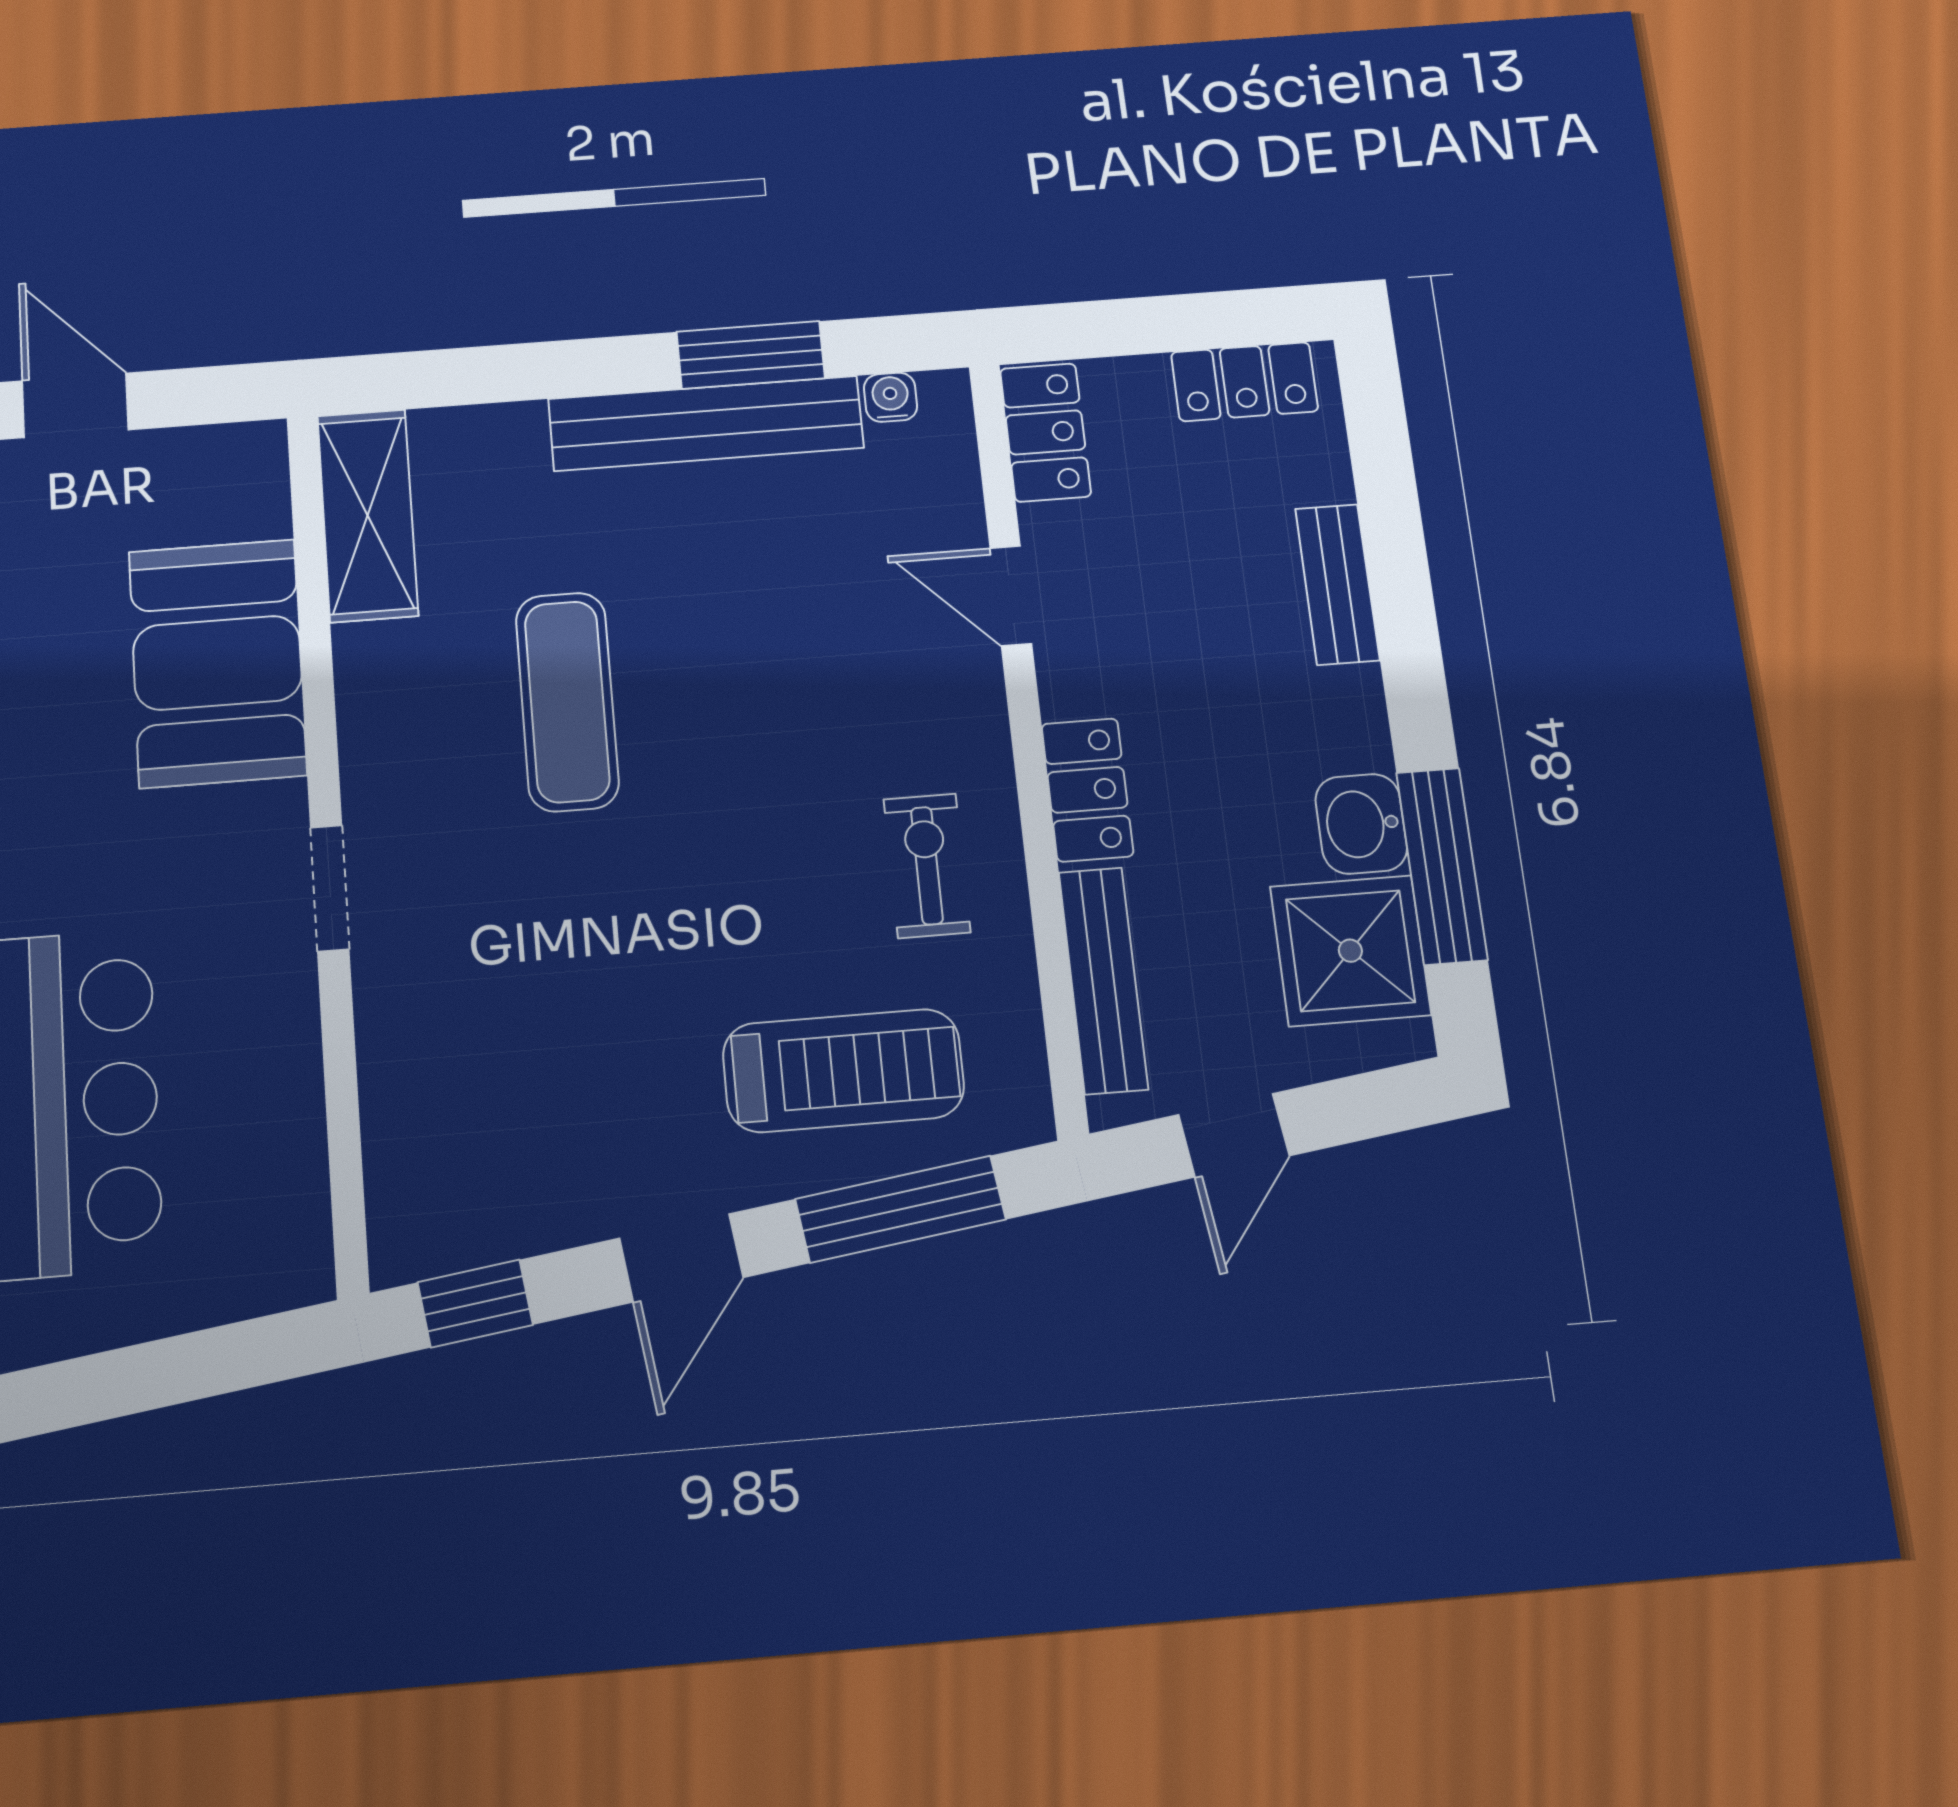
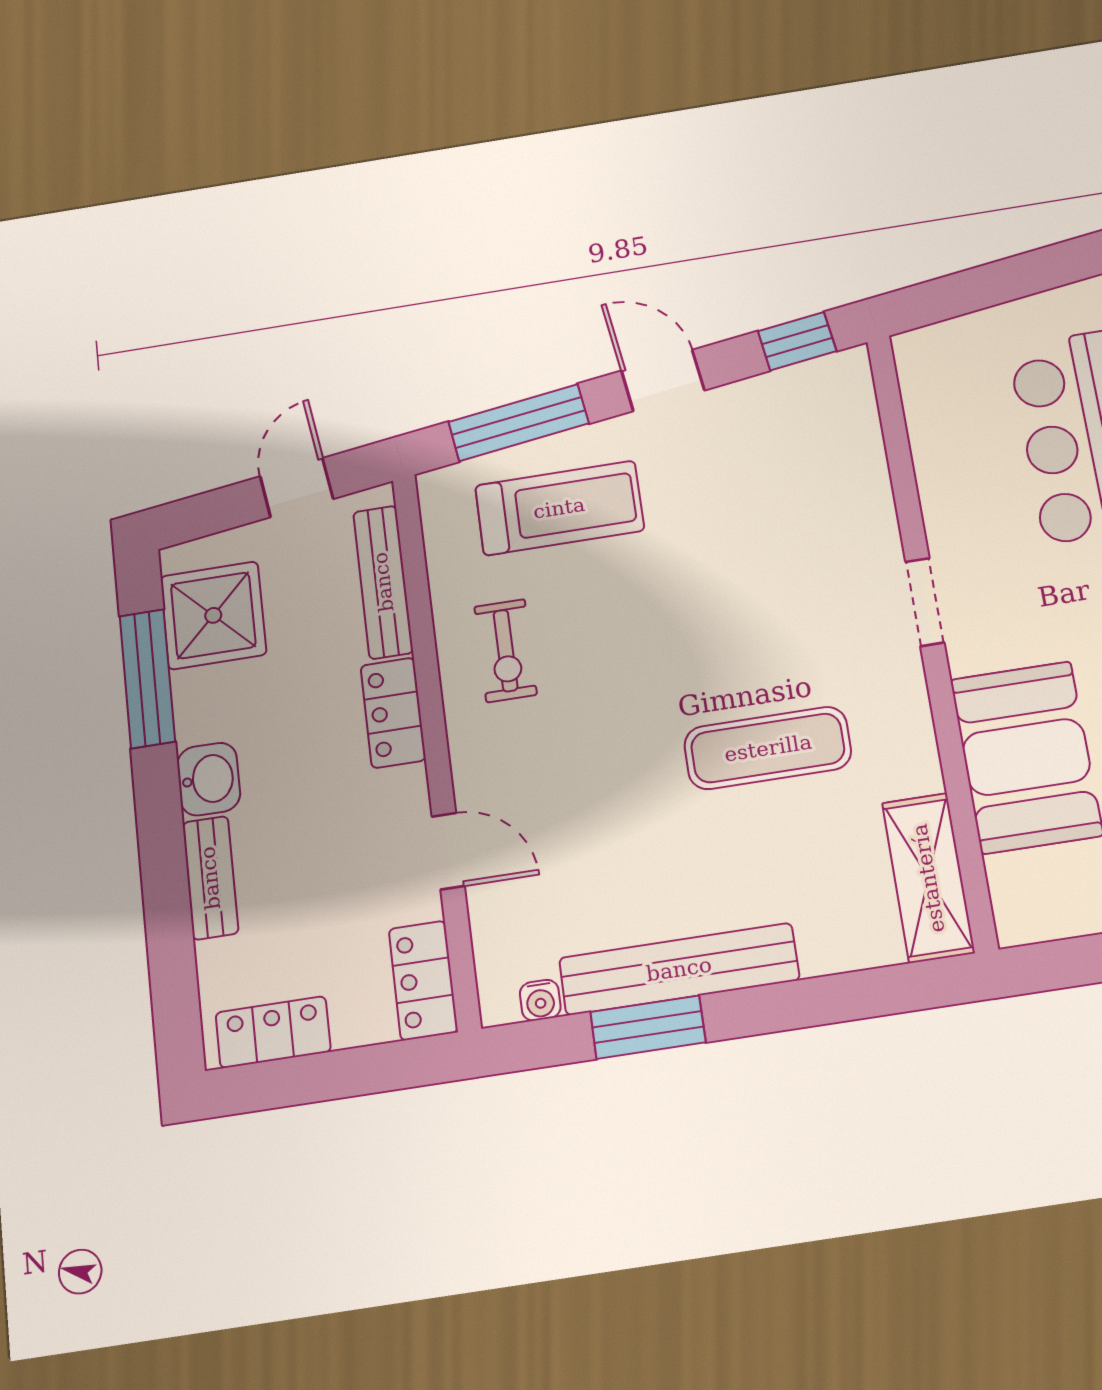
exercise mat: (567, 701) -> (768, 748), turned 90
washbasin: (1361, 824) -> (209, 779), moved
treadmill: (843, 1071) -> (559, 508), turned 180
door: (681, 1258) -> (663, 380), hinge flipped

